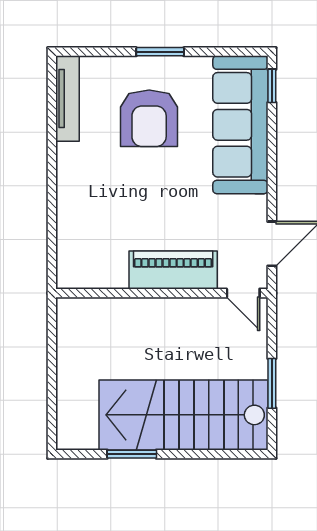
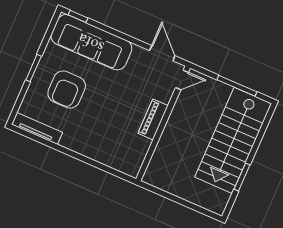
armchair: (149, 118) -> (67, 90), turned 90
piano: (173, 270) -> (153, 119), width x0.73, depth x0.75
window: (272, 383) -> (237, 86), width x1.44

